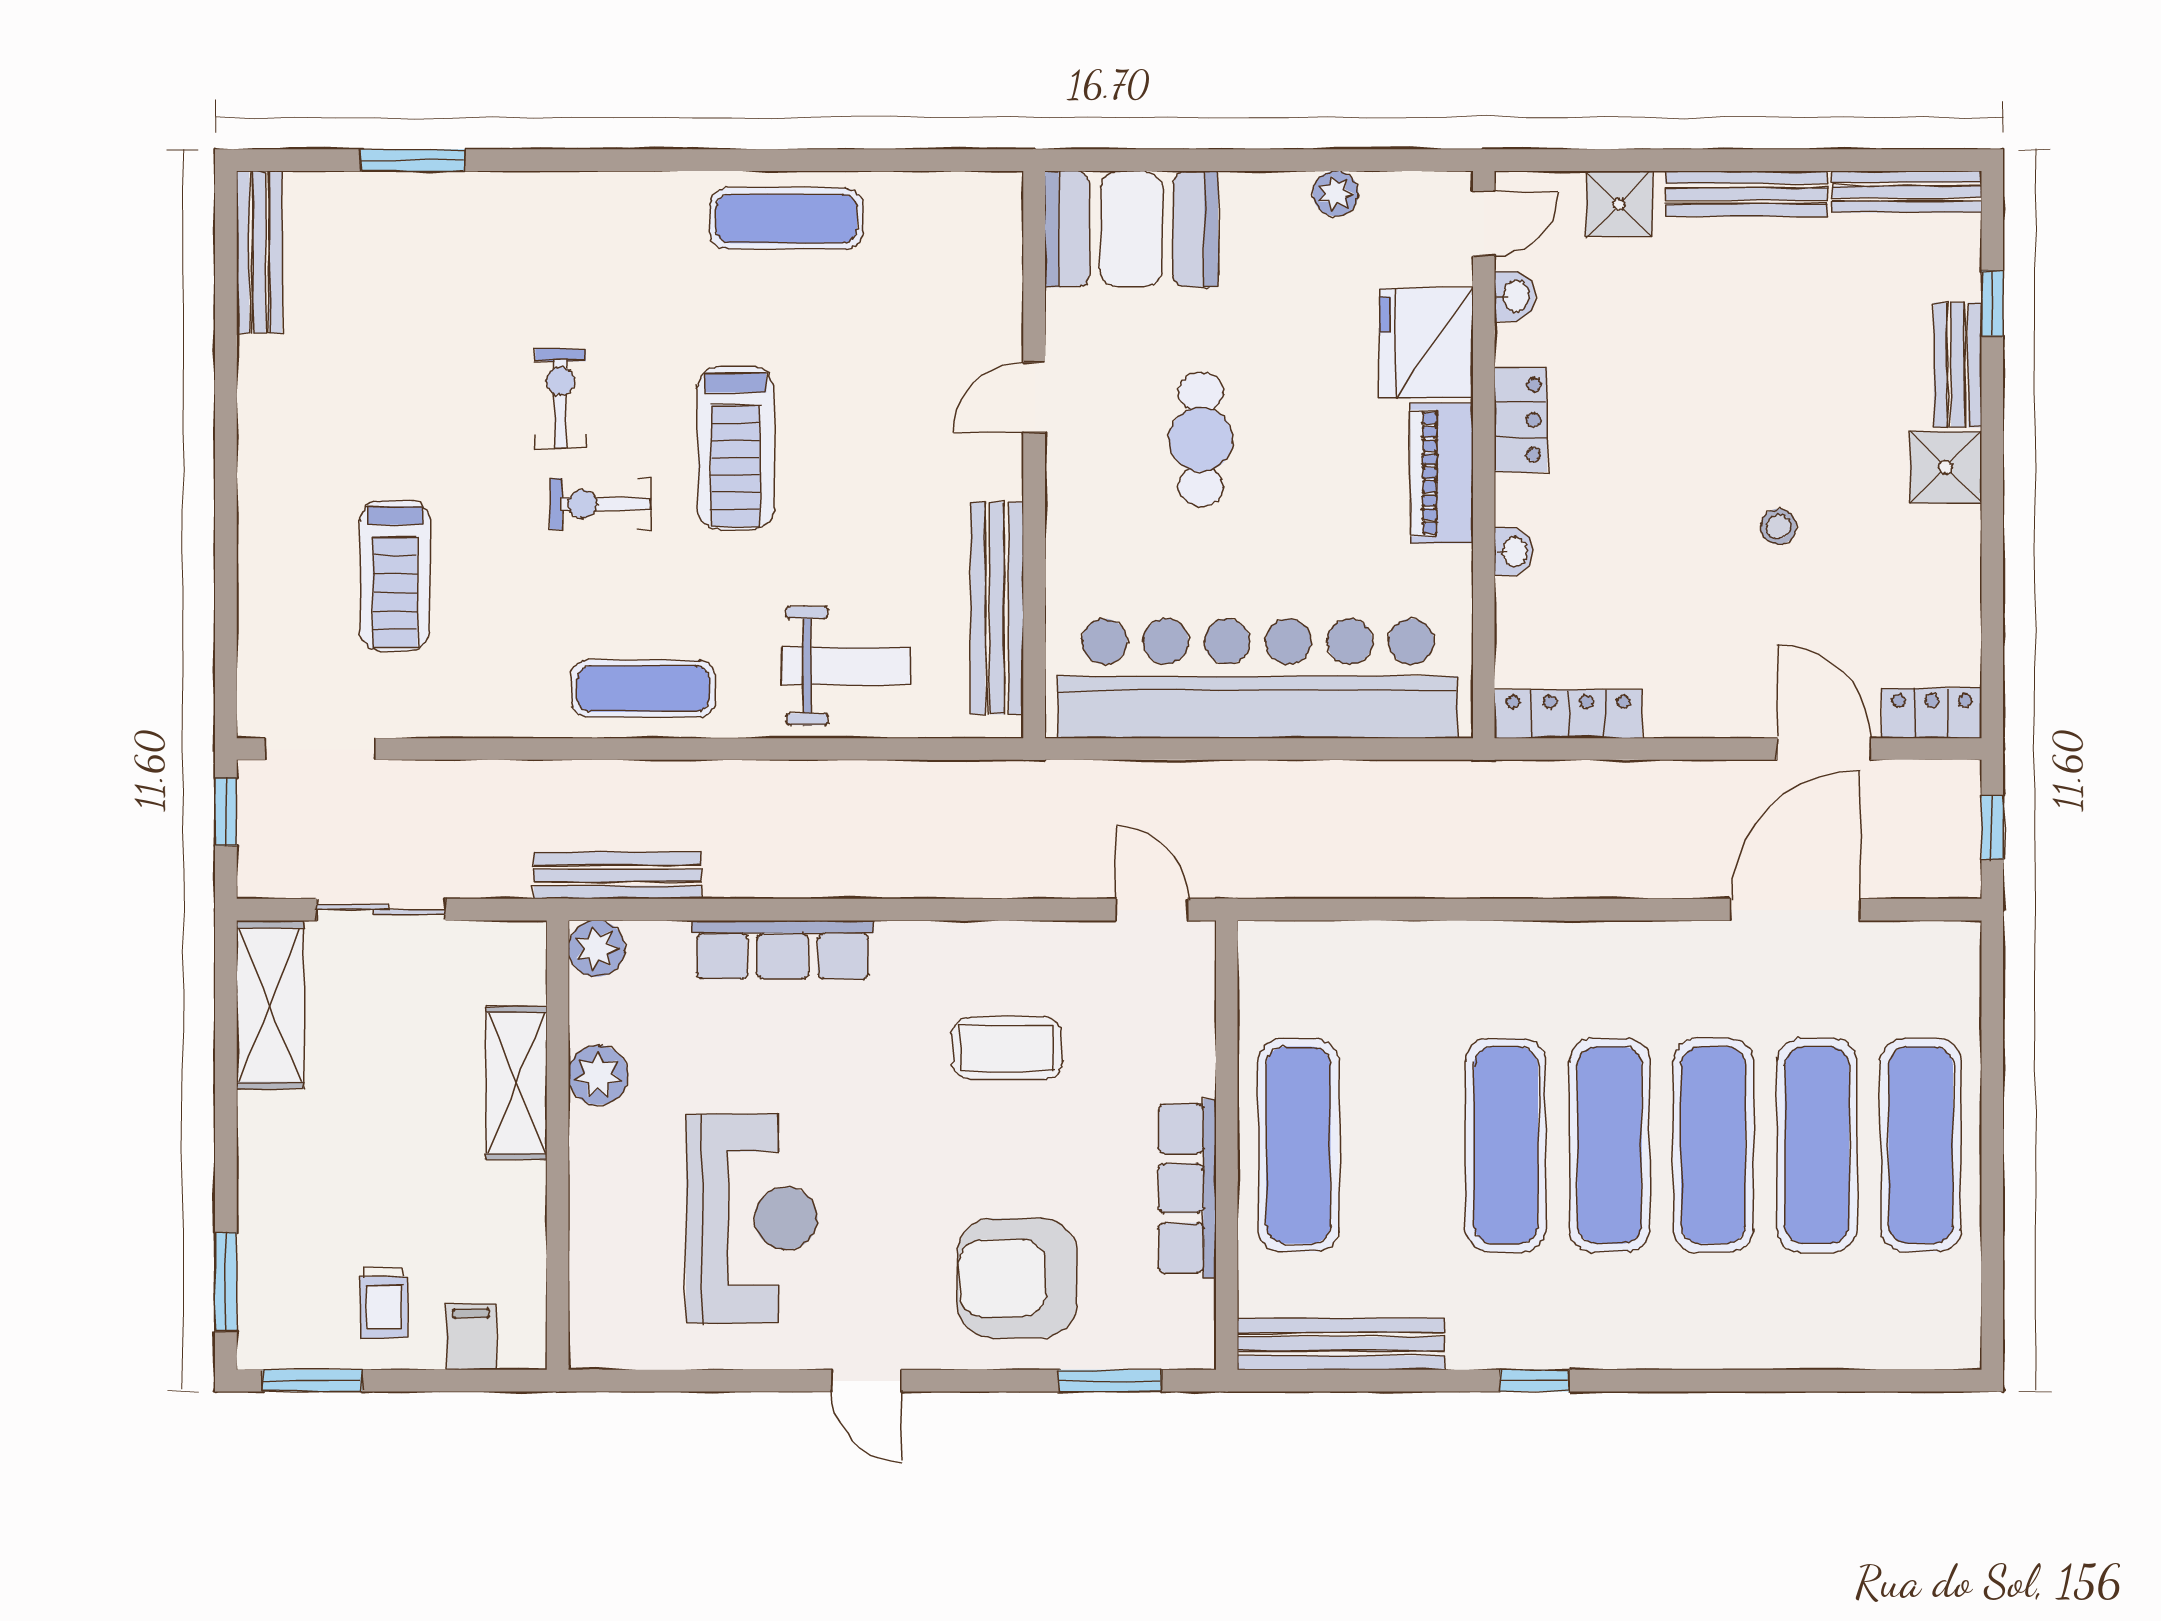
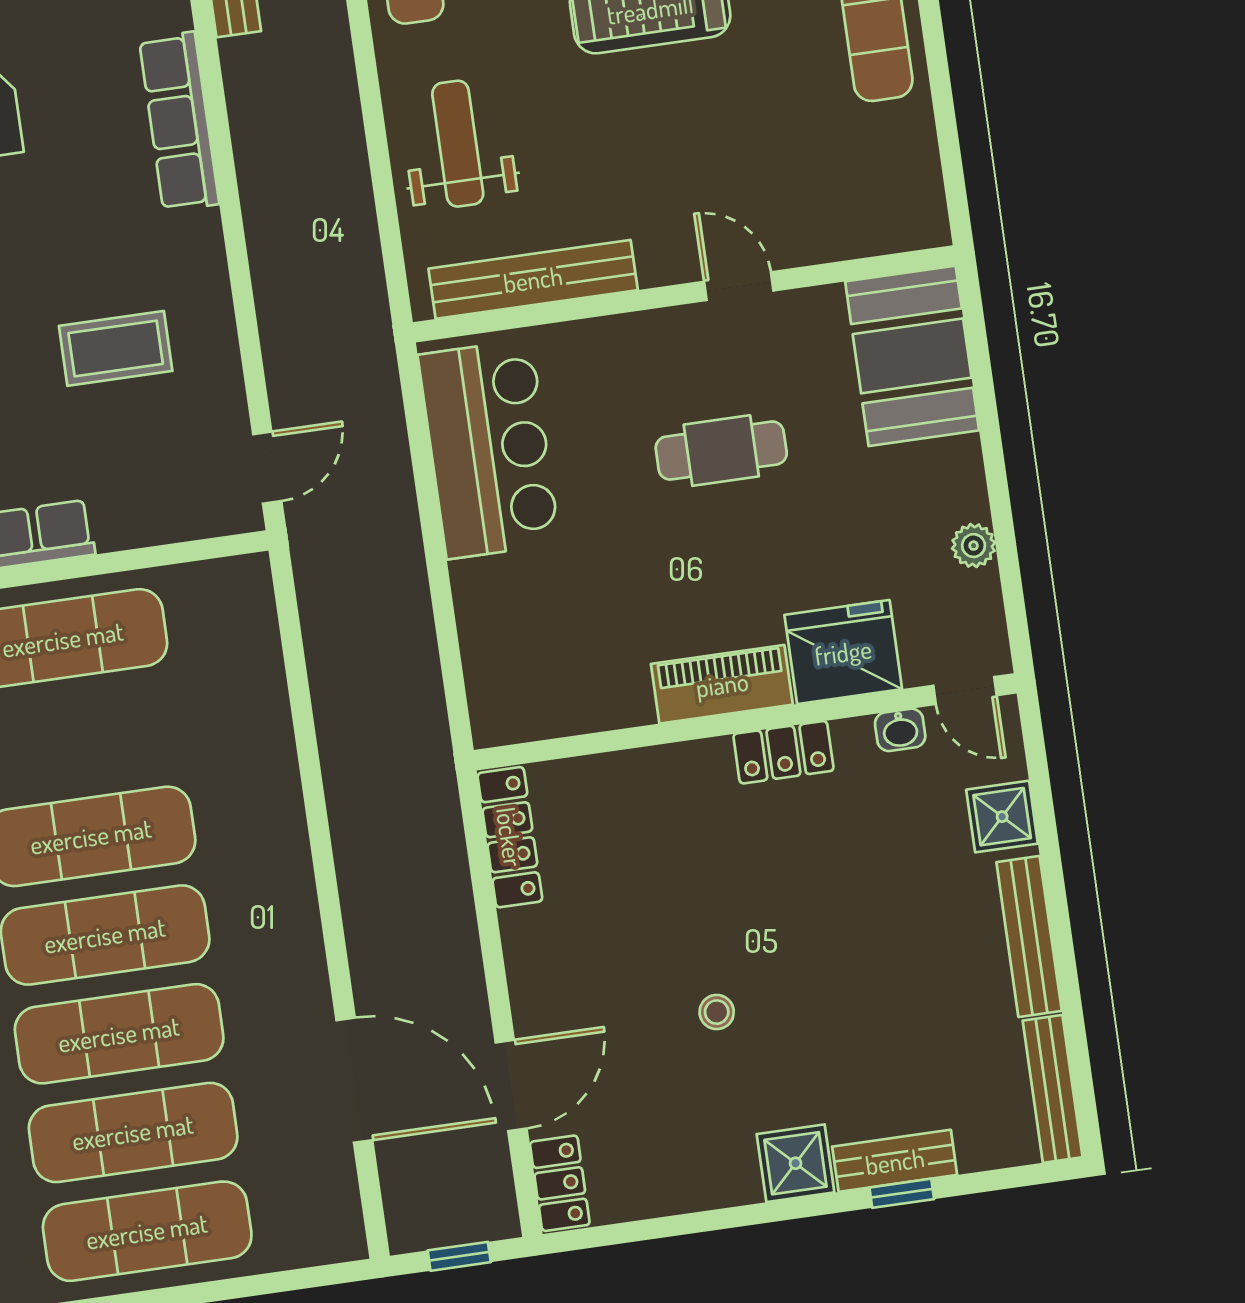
window: (1992, 303) -> (902, 1193), moved
washbasin: (1514, 552) -> (657, 763), removed
weight bench: (846, 666) -> (458, 144), turned 180
bar counter: (1258, 679) -> (489, 449), width x0.54
coffee table: (1007, 1048) -> (116, 348), turned 90

